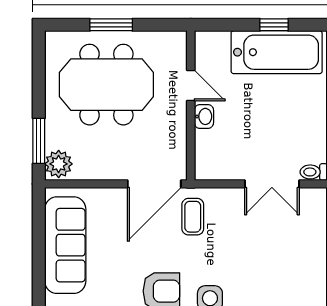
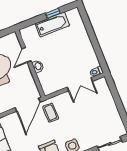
bathtub: (277, 52) -> (52, 25), width x0.73, depth x0.73
door: (191, 86) -> (27, 55), swing flipped

